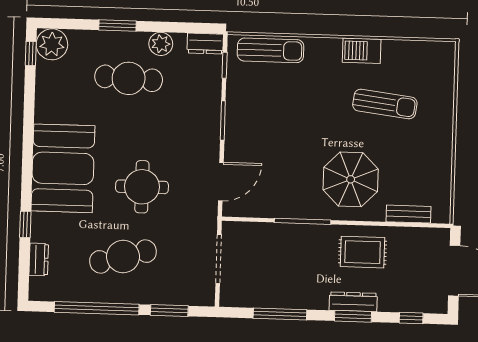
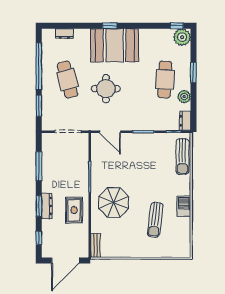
bench: (408, 214) -> (96, 246), moved
window: (25, 224) -> (110, 26), moved

